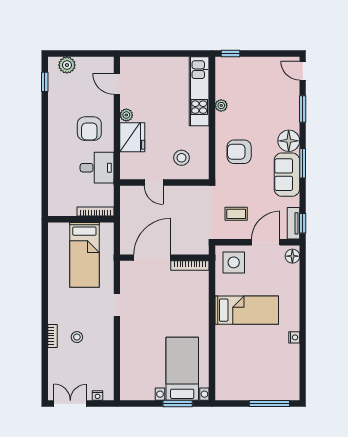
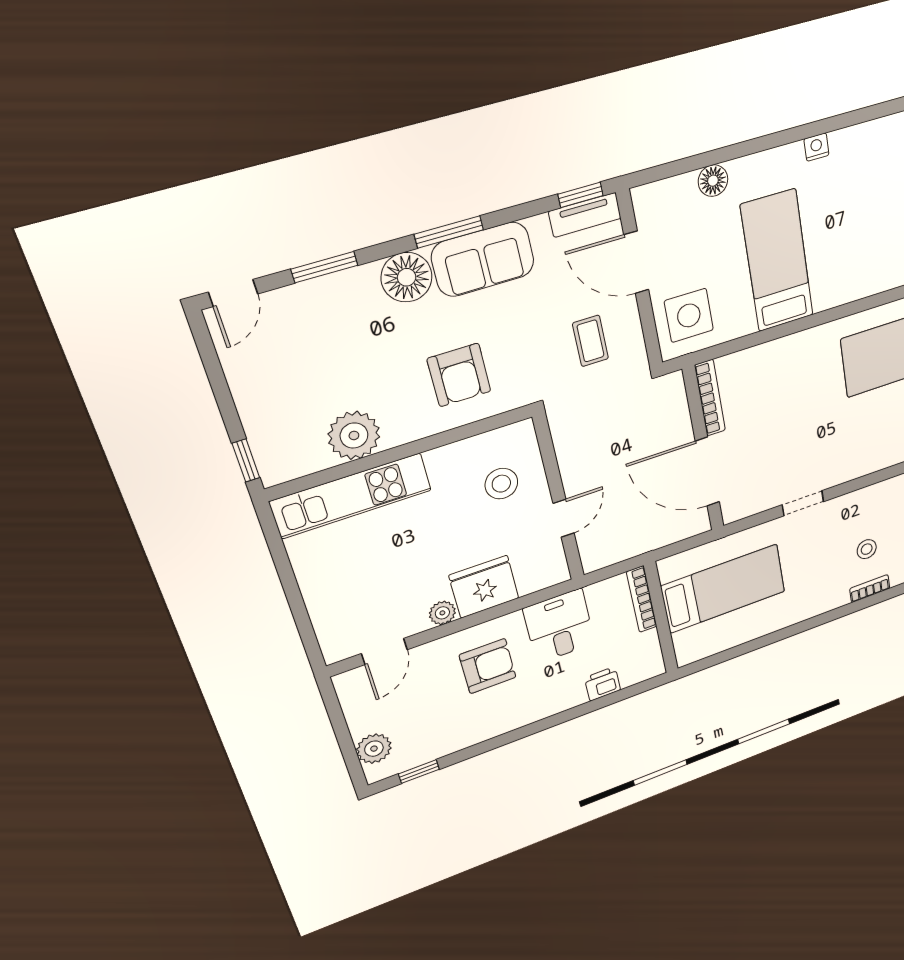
plant: (221, 105) -> (354, 435), width x1.87, depth x1.87
printer: (55, 182) -> (603, 684), added
floor lamp: (292, 256) -> (713, 181), moved

